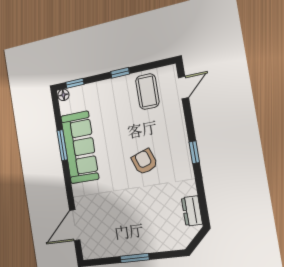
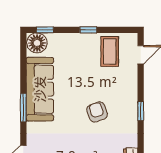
floor lamp: (63, 95) -> (37, 43), width x1.89, depth x1.89
window: (62, 145) -> (23, 108), moved

